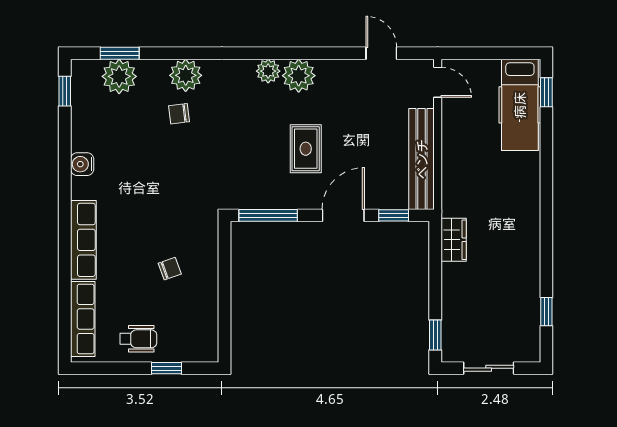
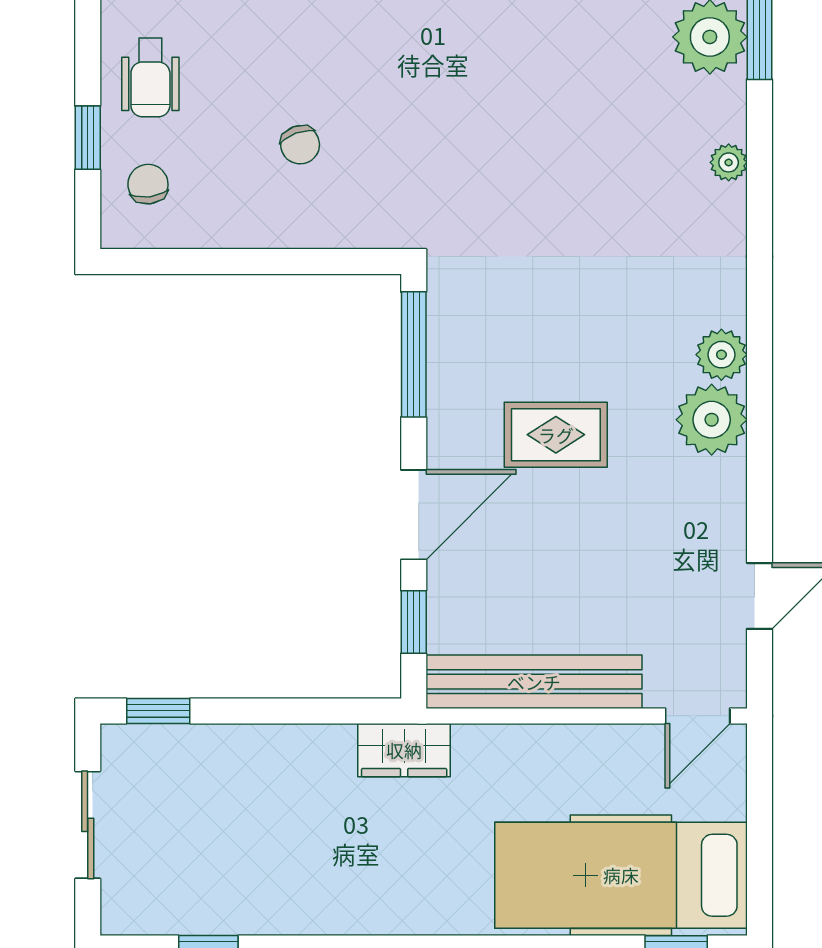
plant: (186, 75) -> (729, 162), width x0.53, depth x0.53
hospital bed: (520, 105) -> (621, 875), width x1.37, depth x1.29
chair: (179, 114) -> (148, 184), moved
door: (343, 215) -> (414, 515), hinge flipped
wardrobe: (454, 240) -> (404, 750), moved

